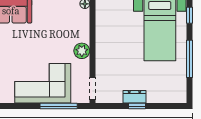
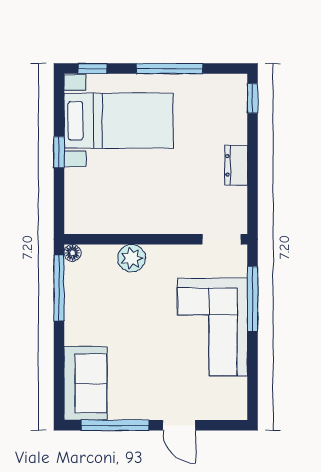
plant: (82, 51) -> (132, 258), moved
window: (137, 106) -> (253, 98), moved

